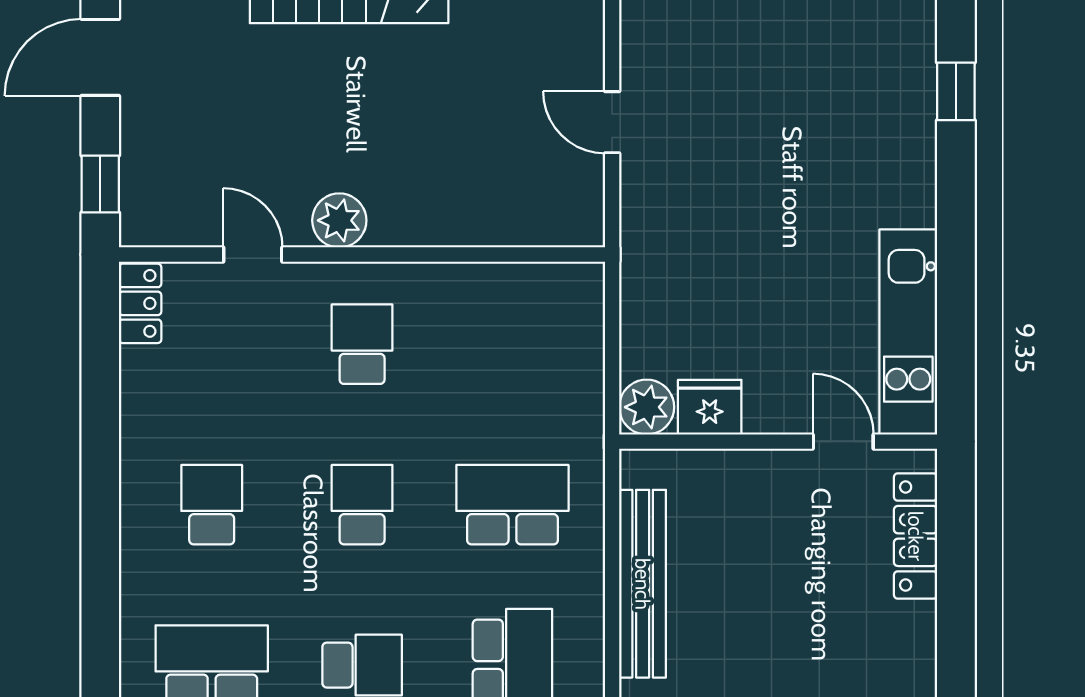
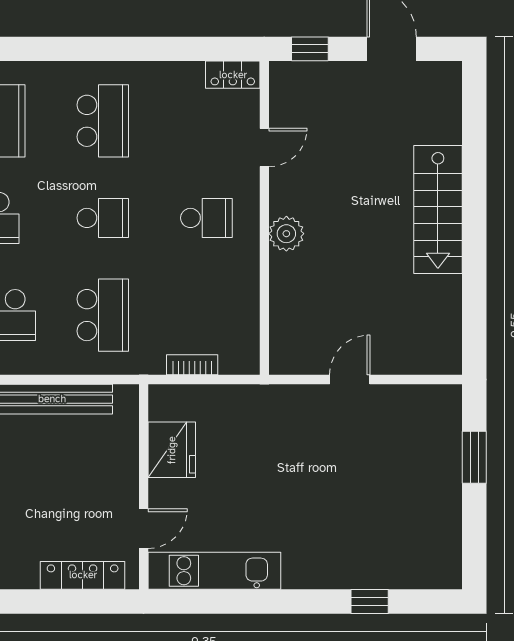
plant: (339, 220) -> (286, 234), moved
bookcase: (589, 366) -> (192, 365), added
plant: (647, 407) -> (166, 402), removed
fridge: (710, 407) -> (172, 450), width x1.36, depth x1.34
school desk: (212, 505) -> (103, 121), width x1.85

